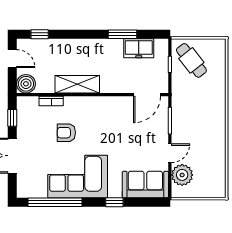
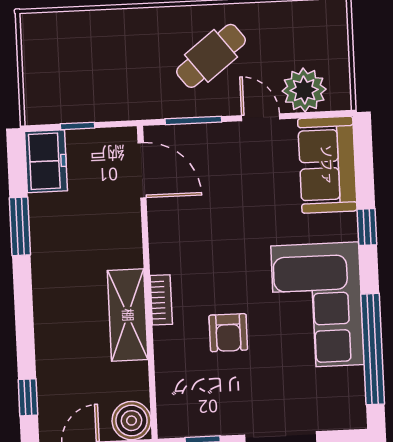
freezer: (139, 48) -> (46, 161), moved
cafe table: (191, 60) -> (211, 56), moved
bookcase: (51, 101) -> (161, 300), moved

